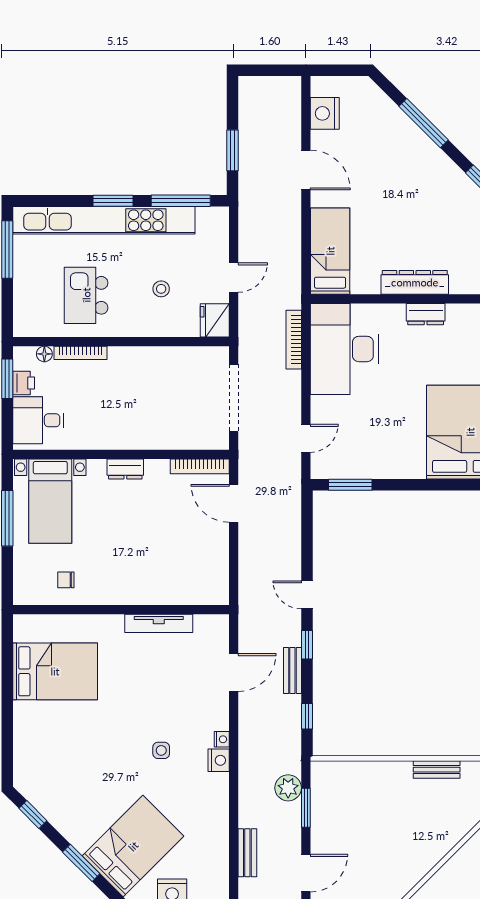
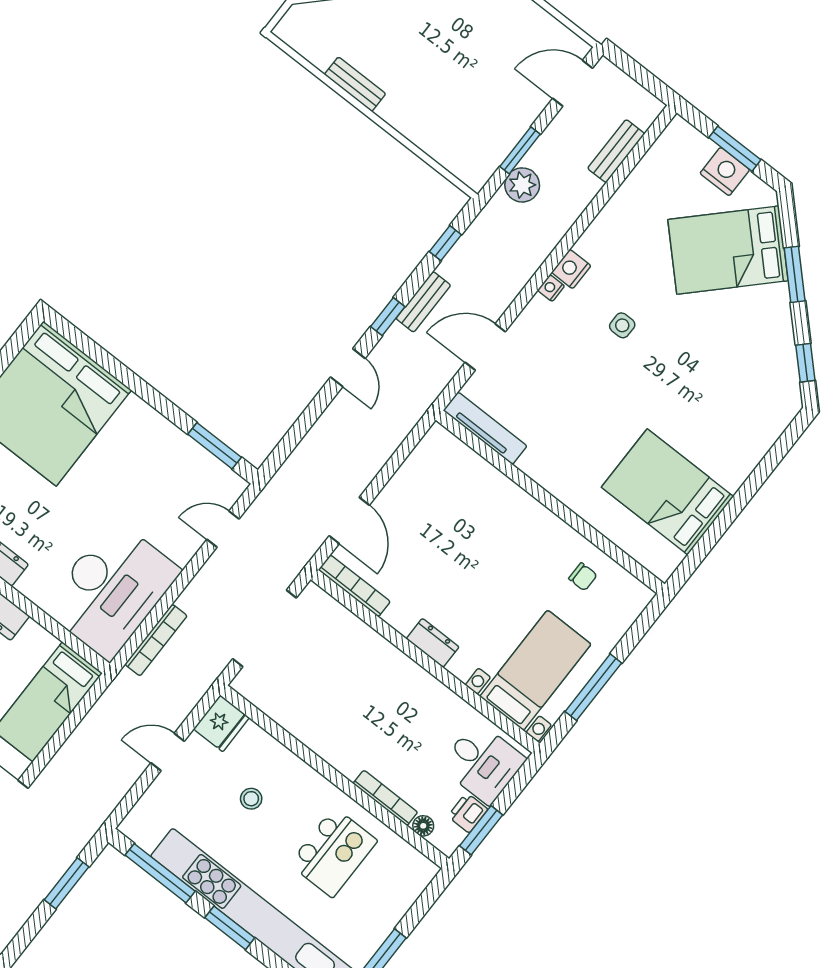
tv unit: (159, 623) -> (485, 428), moved

